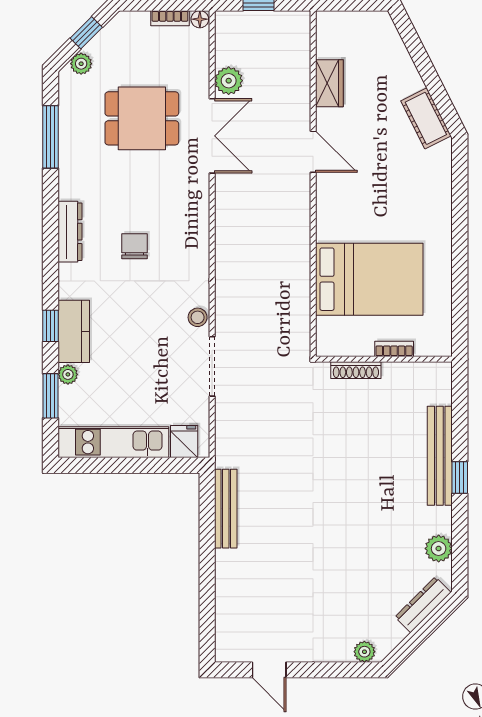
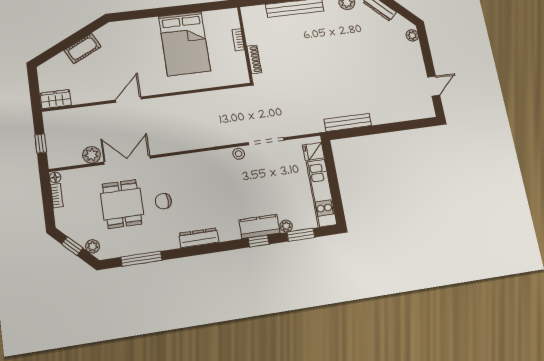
wardrobe: (329, 83) -> (56, 99), moved
cot: (426, 118) -> (83, 48), moved
chair: (134, 246) -> (163, 201), moved
bed: (369, 279) -> (184, 44), moved, turned 180

